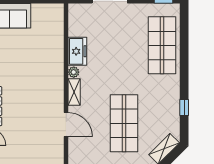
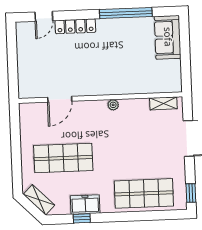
freezer: (77, 51) -> (85, 204), moved, turned 180
shelving: (74, 92) -> (163, 103), moved

